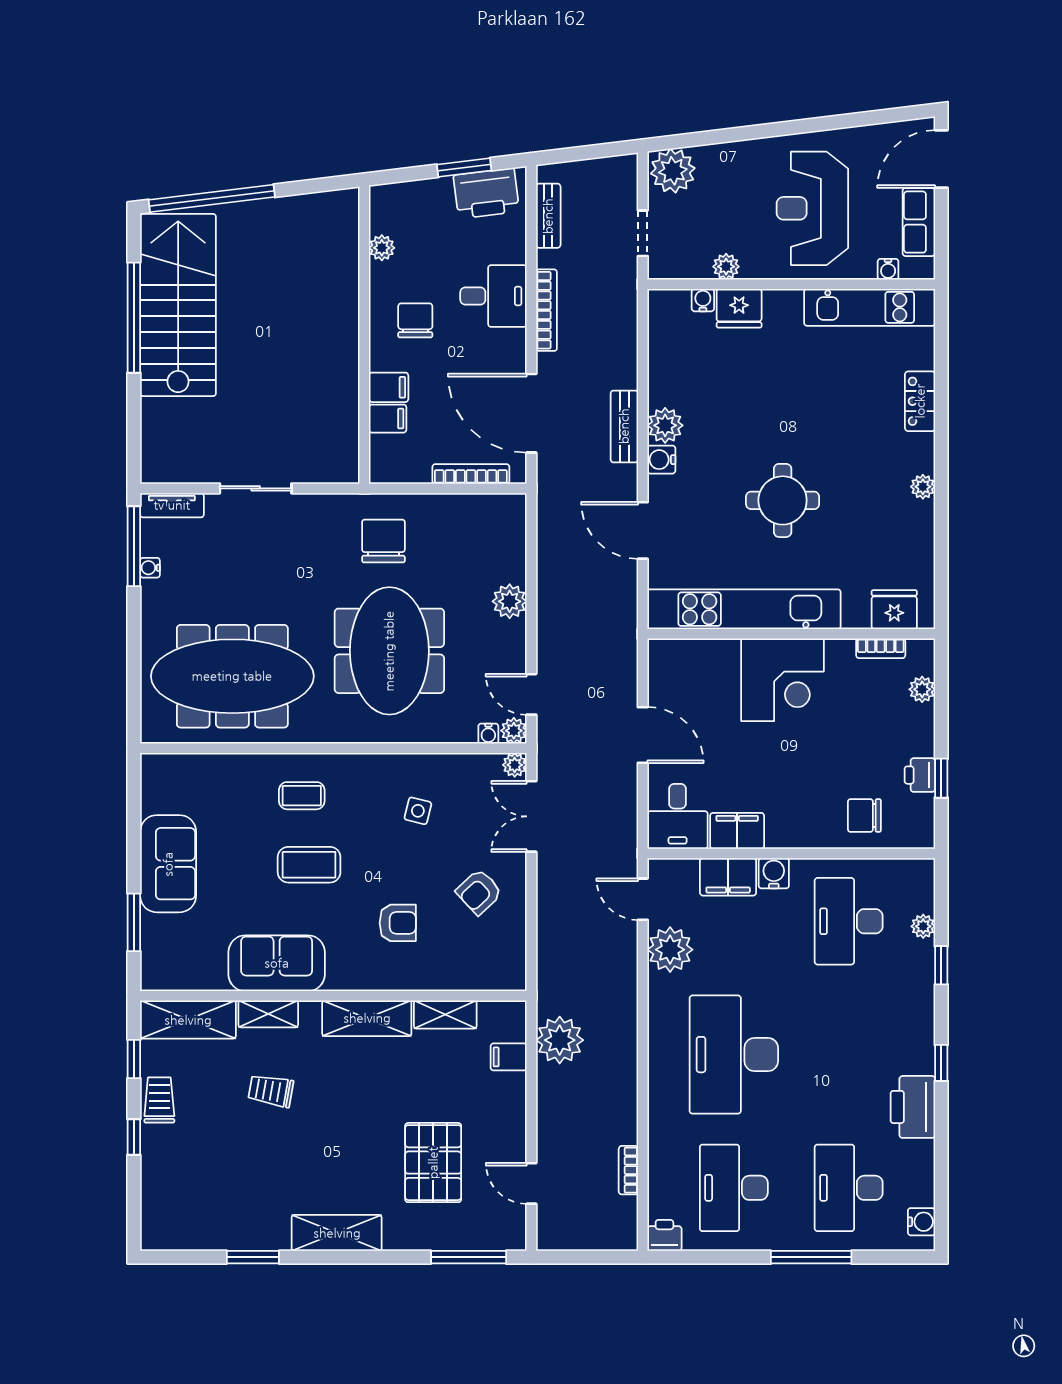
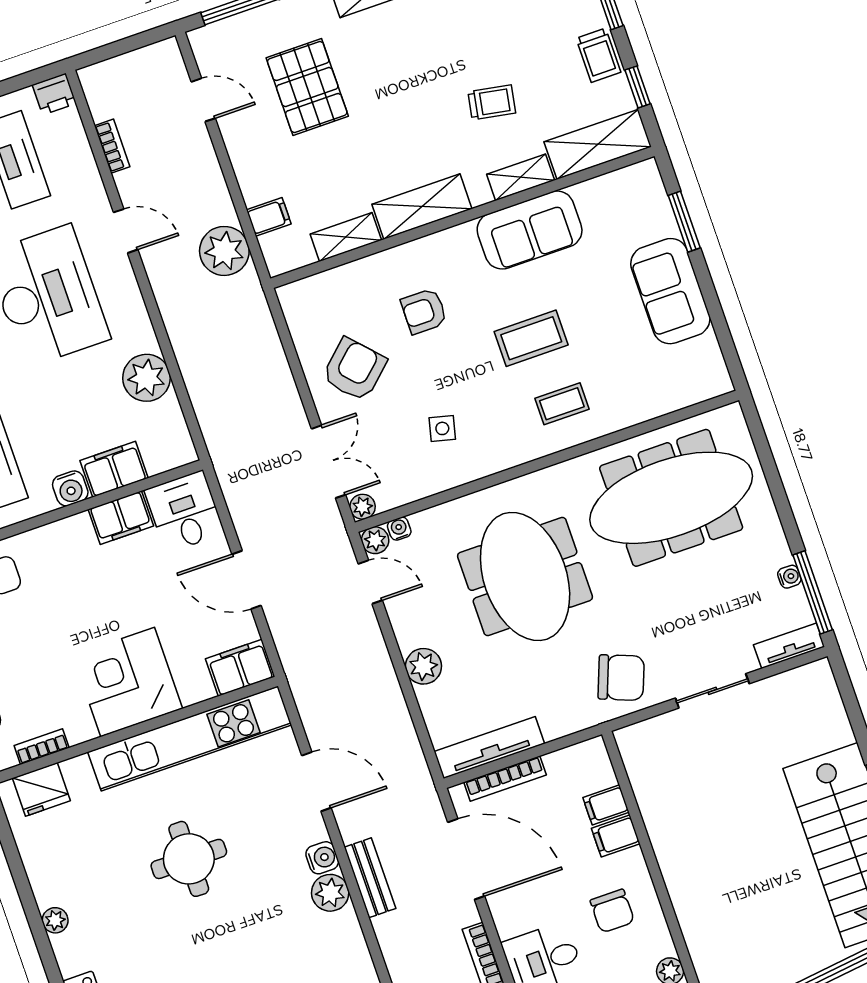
tv unit: (475, 507) -> (489, 748), added
chair: (383, 541) -> (621, 678), moved, turned -69
filing cabinet: (676, 658) -> (240, 668), added
armchair: (479, 892) -> (354, 369), width x1.38, depth x1.38
door: (643, 899) -> (126, 231), moved

